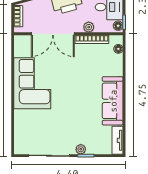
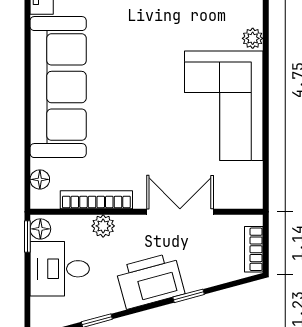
double door: (53, 34) -> (180, 212), width x0.73
sofa: (113, 101) -> (58, 87), width x1.36, depth x1.27
plant: (19, 115) -> (253, 38), added

